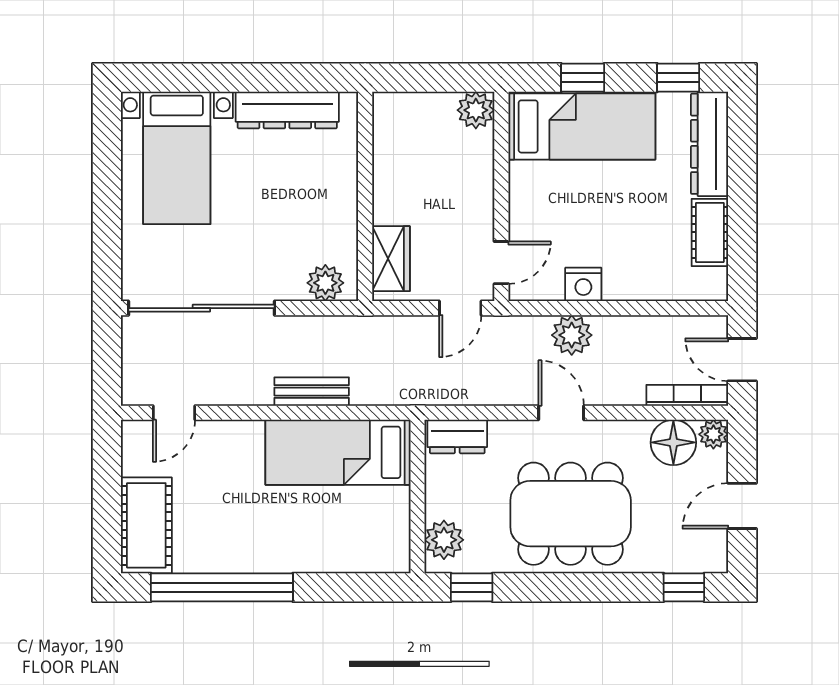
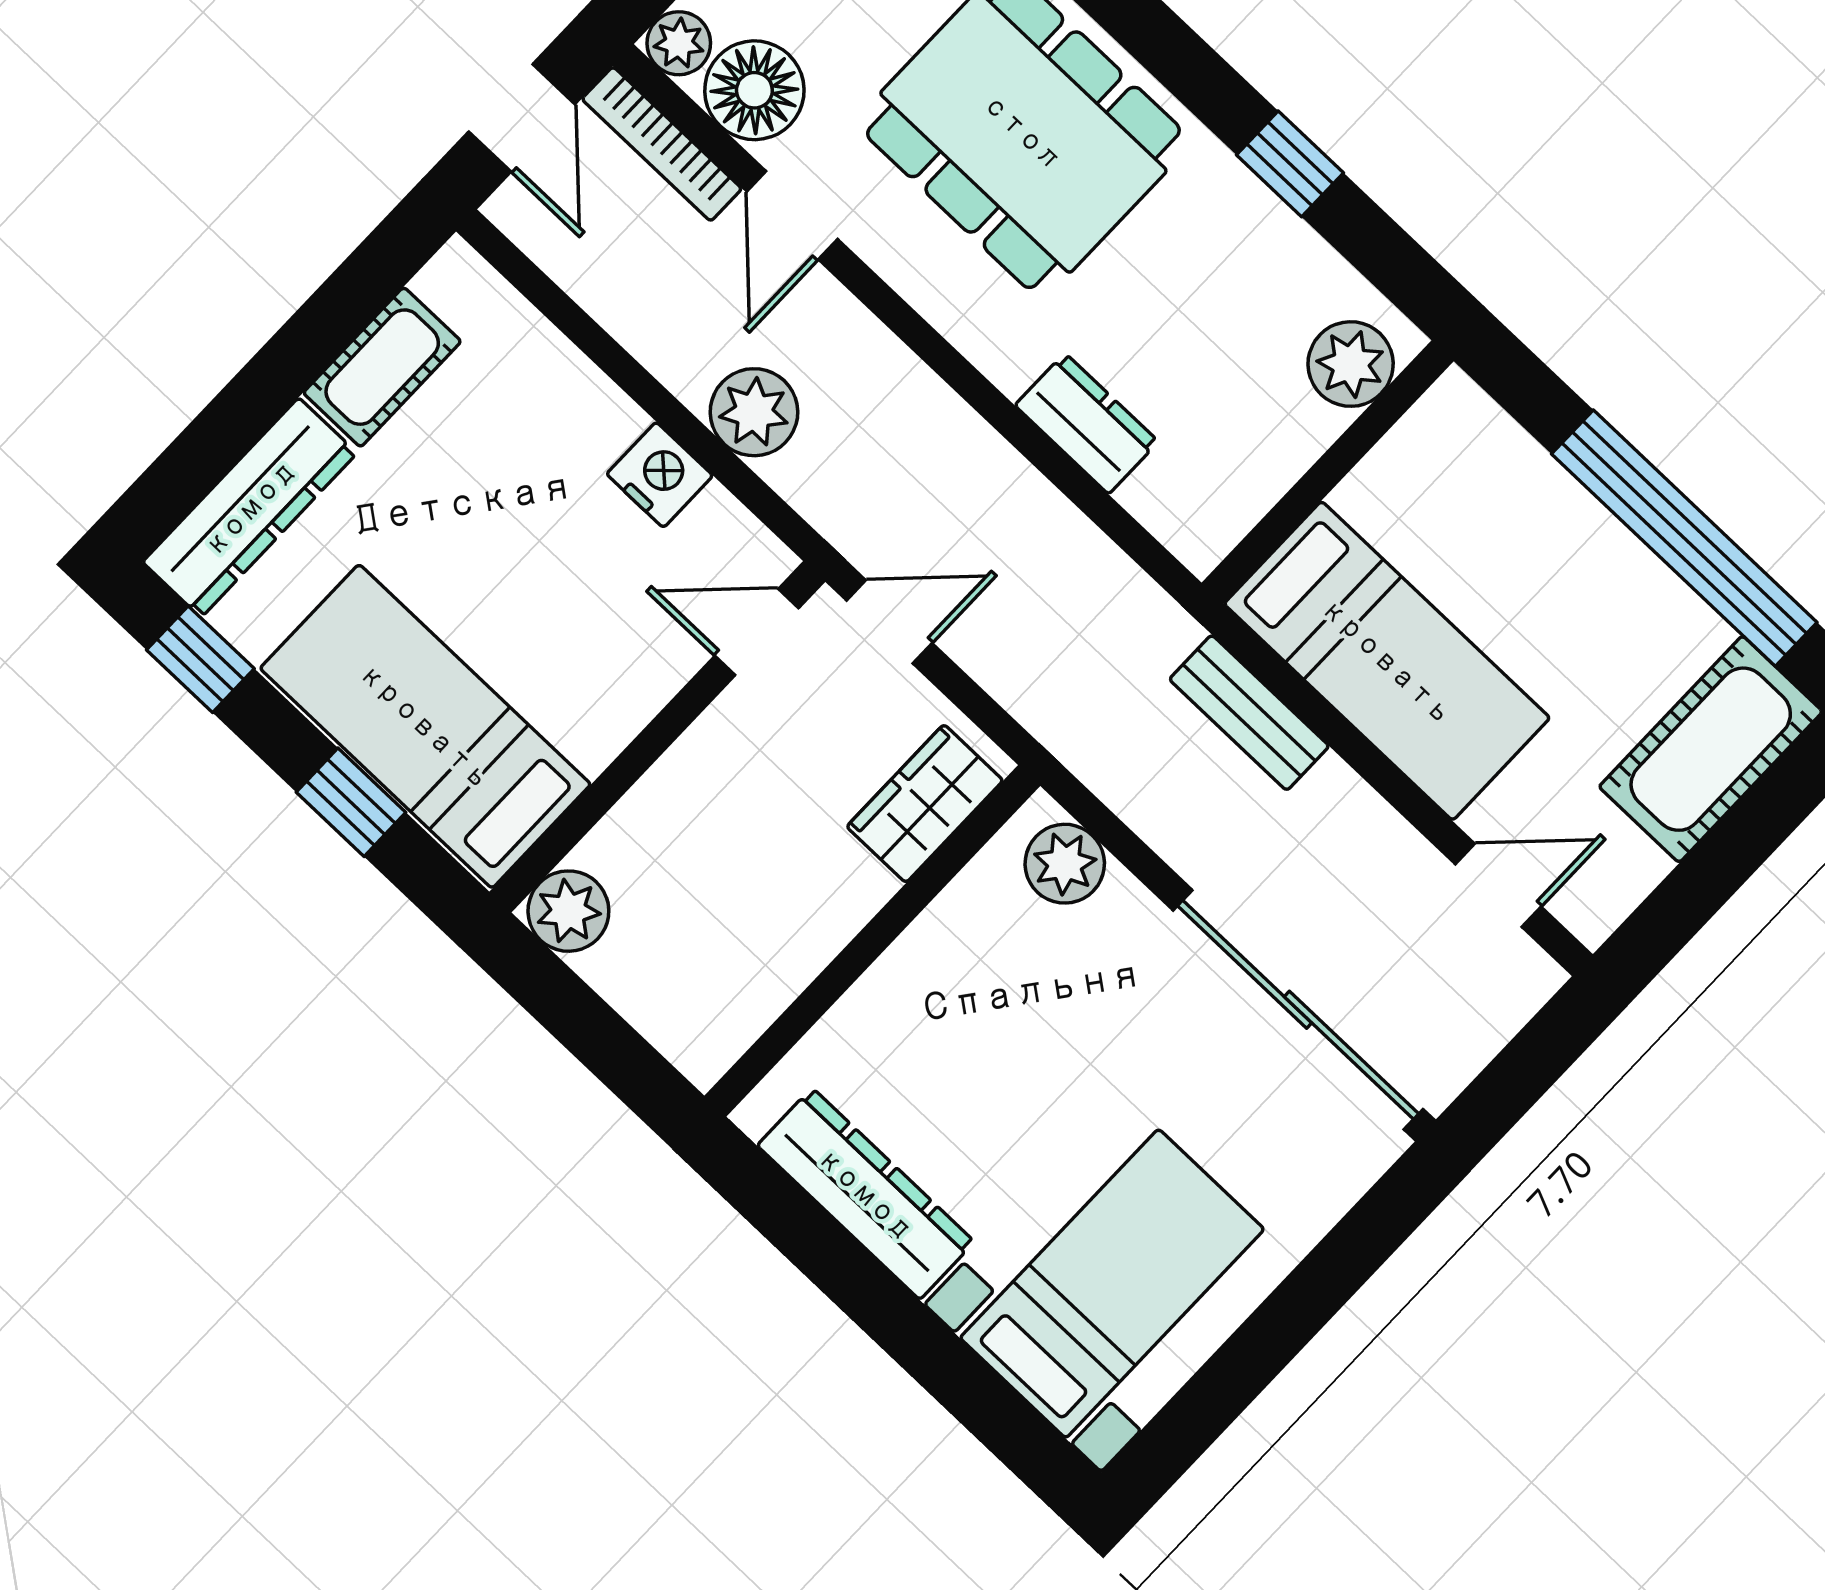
door: (561, 413) -> (792, 215), moved
bed: (338, 452) -> (1387, 661), moved
wall: (417, 497) -> (1328, 472), moved
plant: (444, 540) -> (1351, 364), moved

